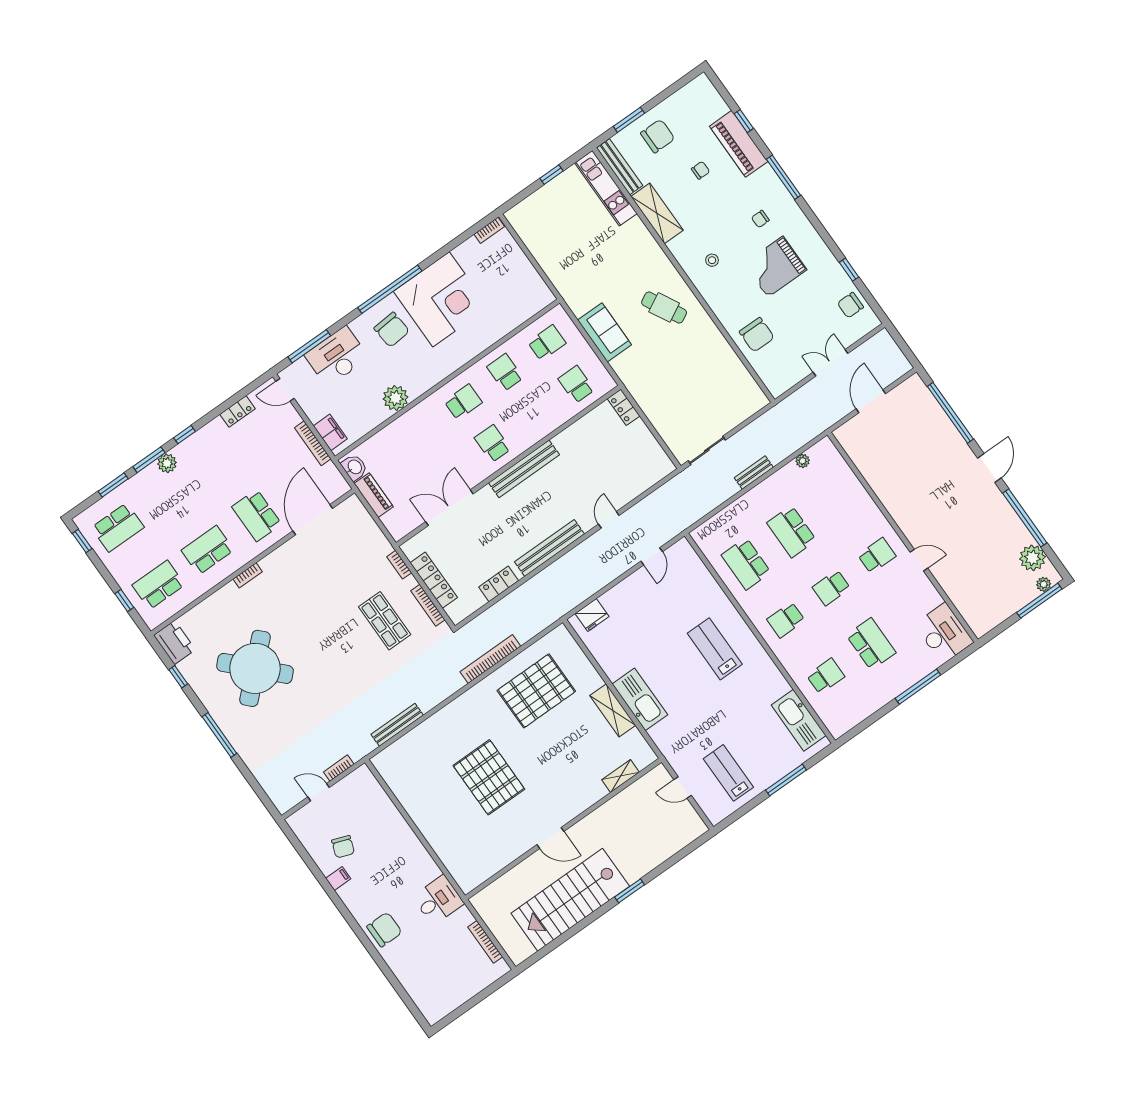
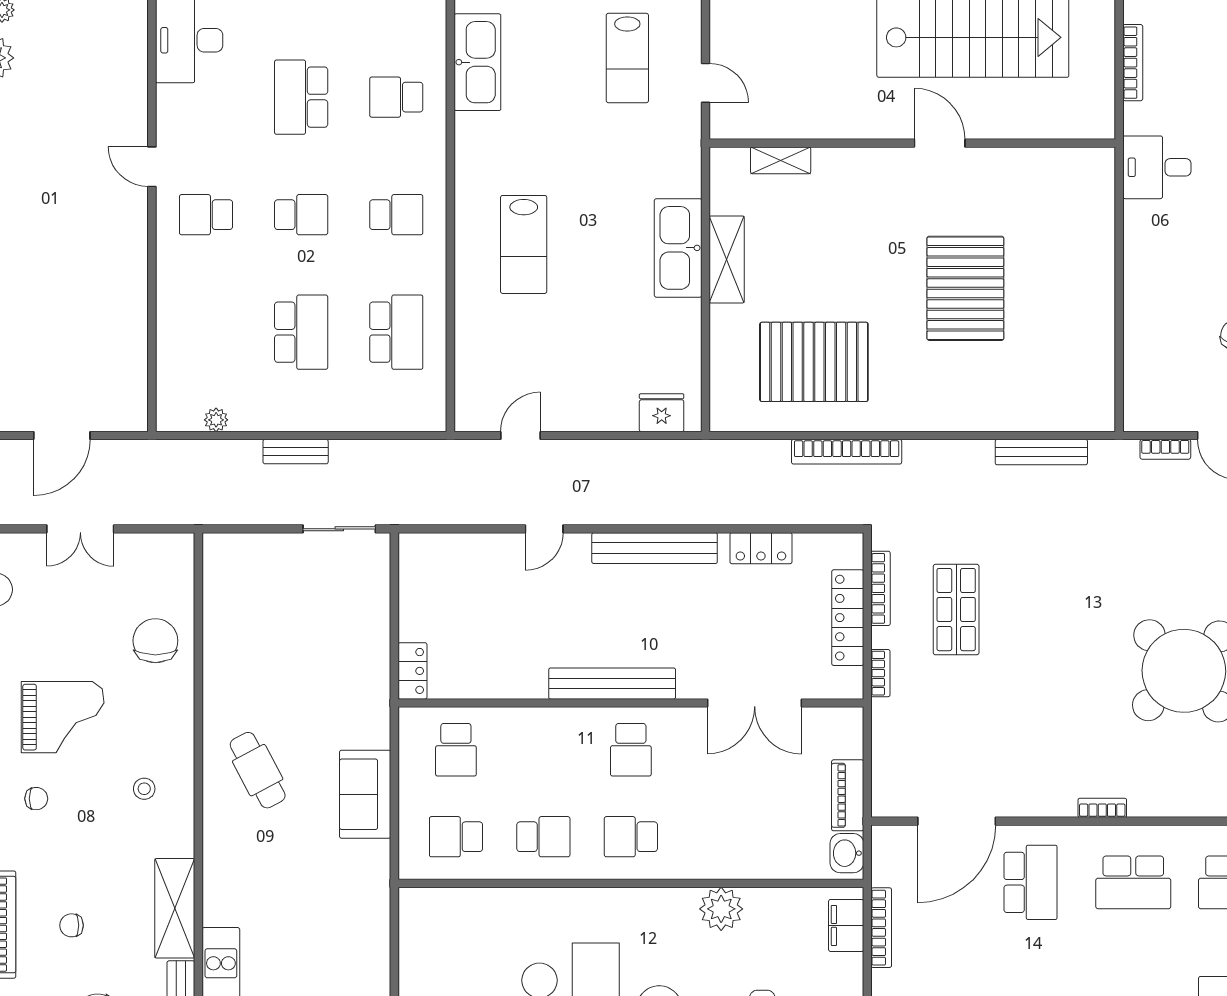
school desk: (505, 372) -> (543, 837), turned -90

